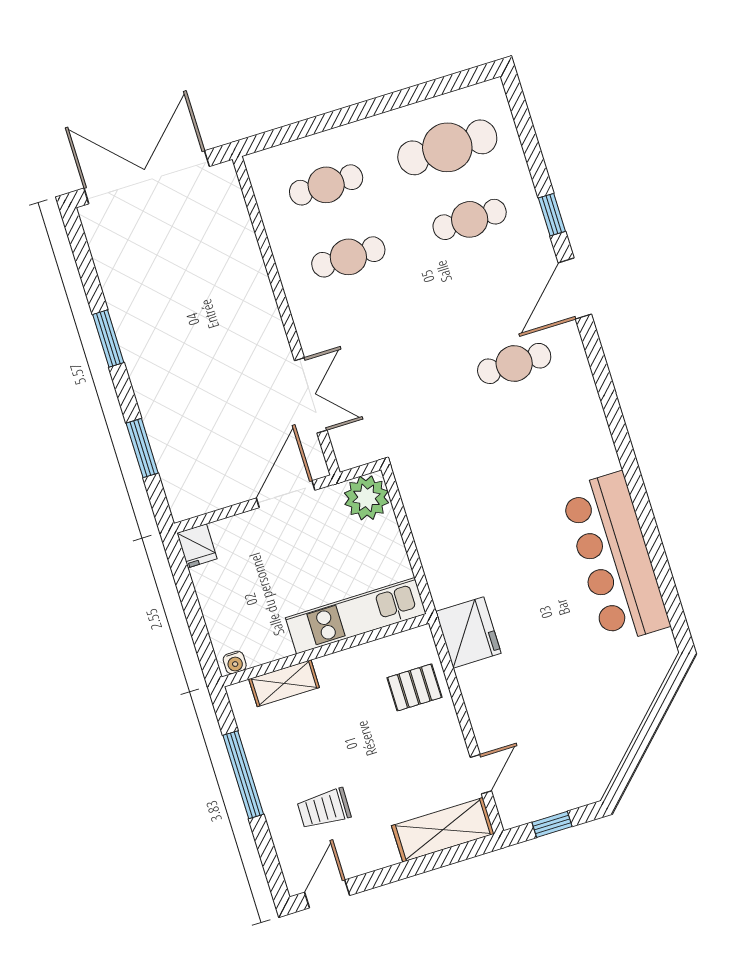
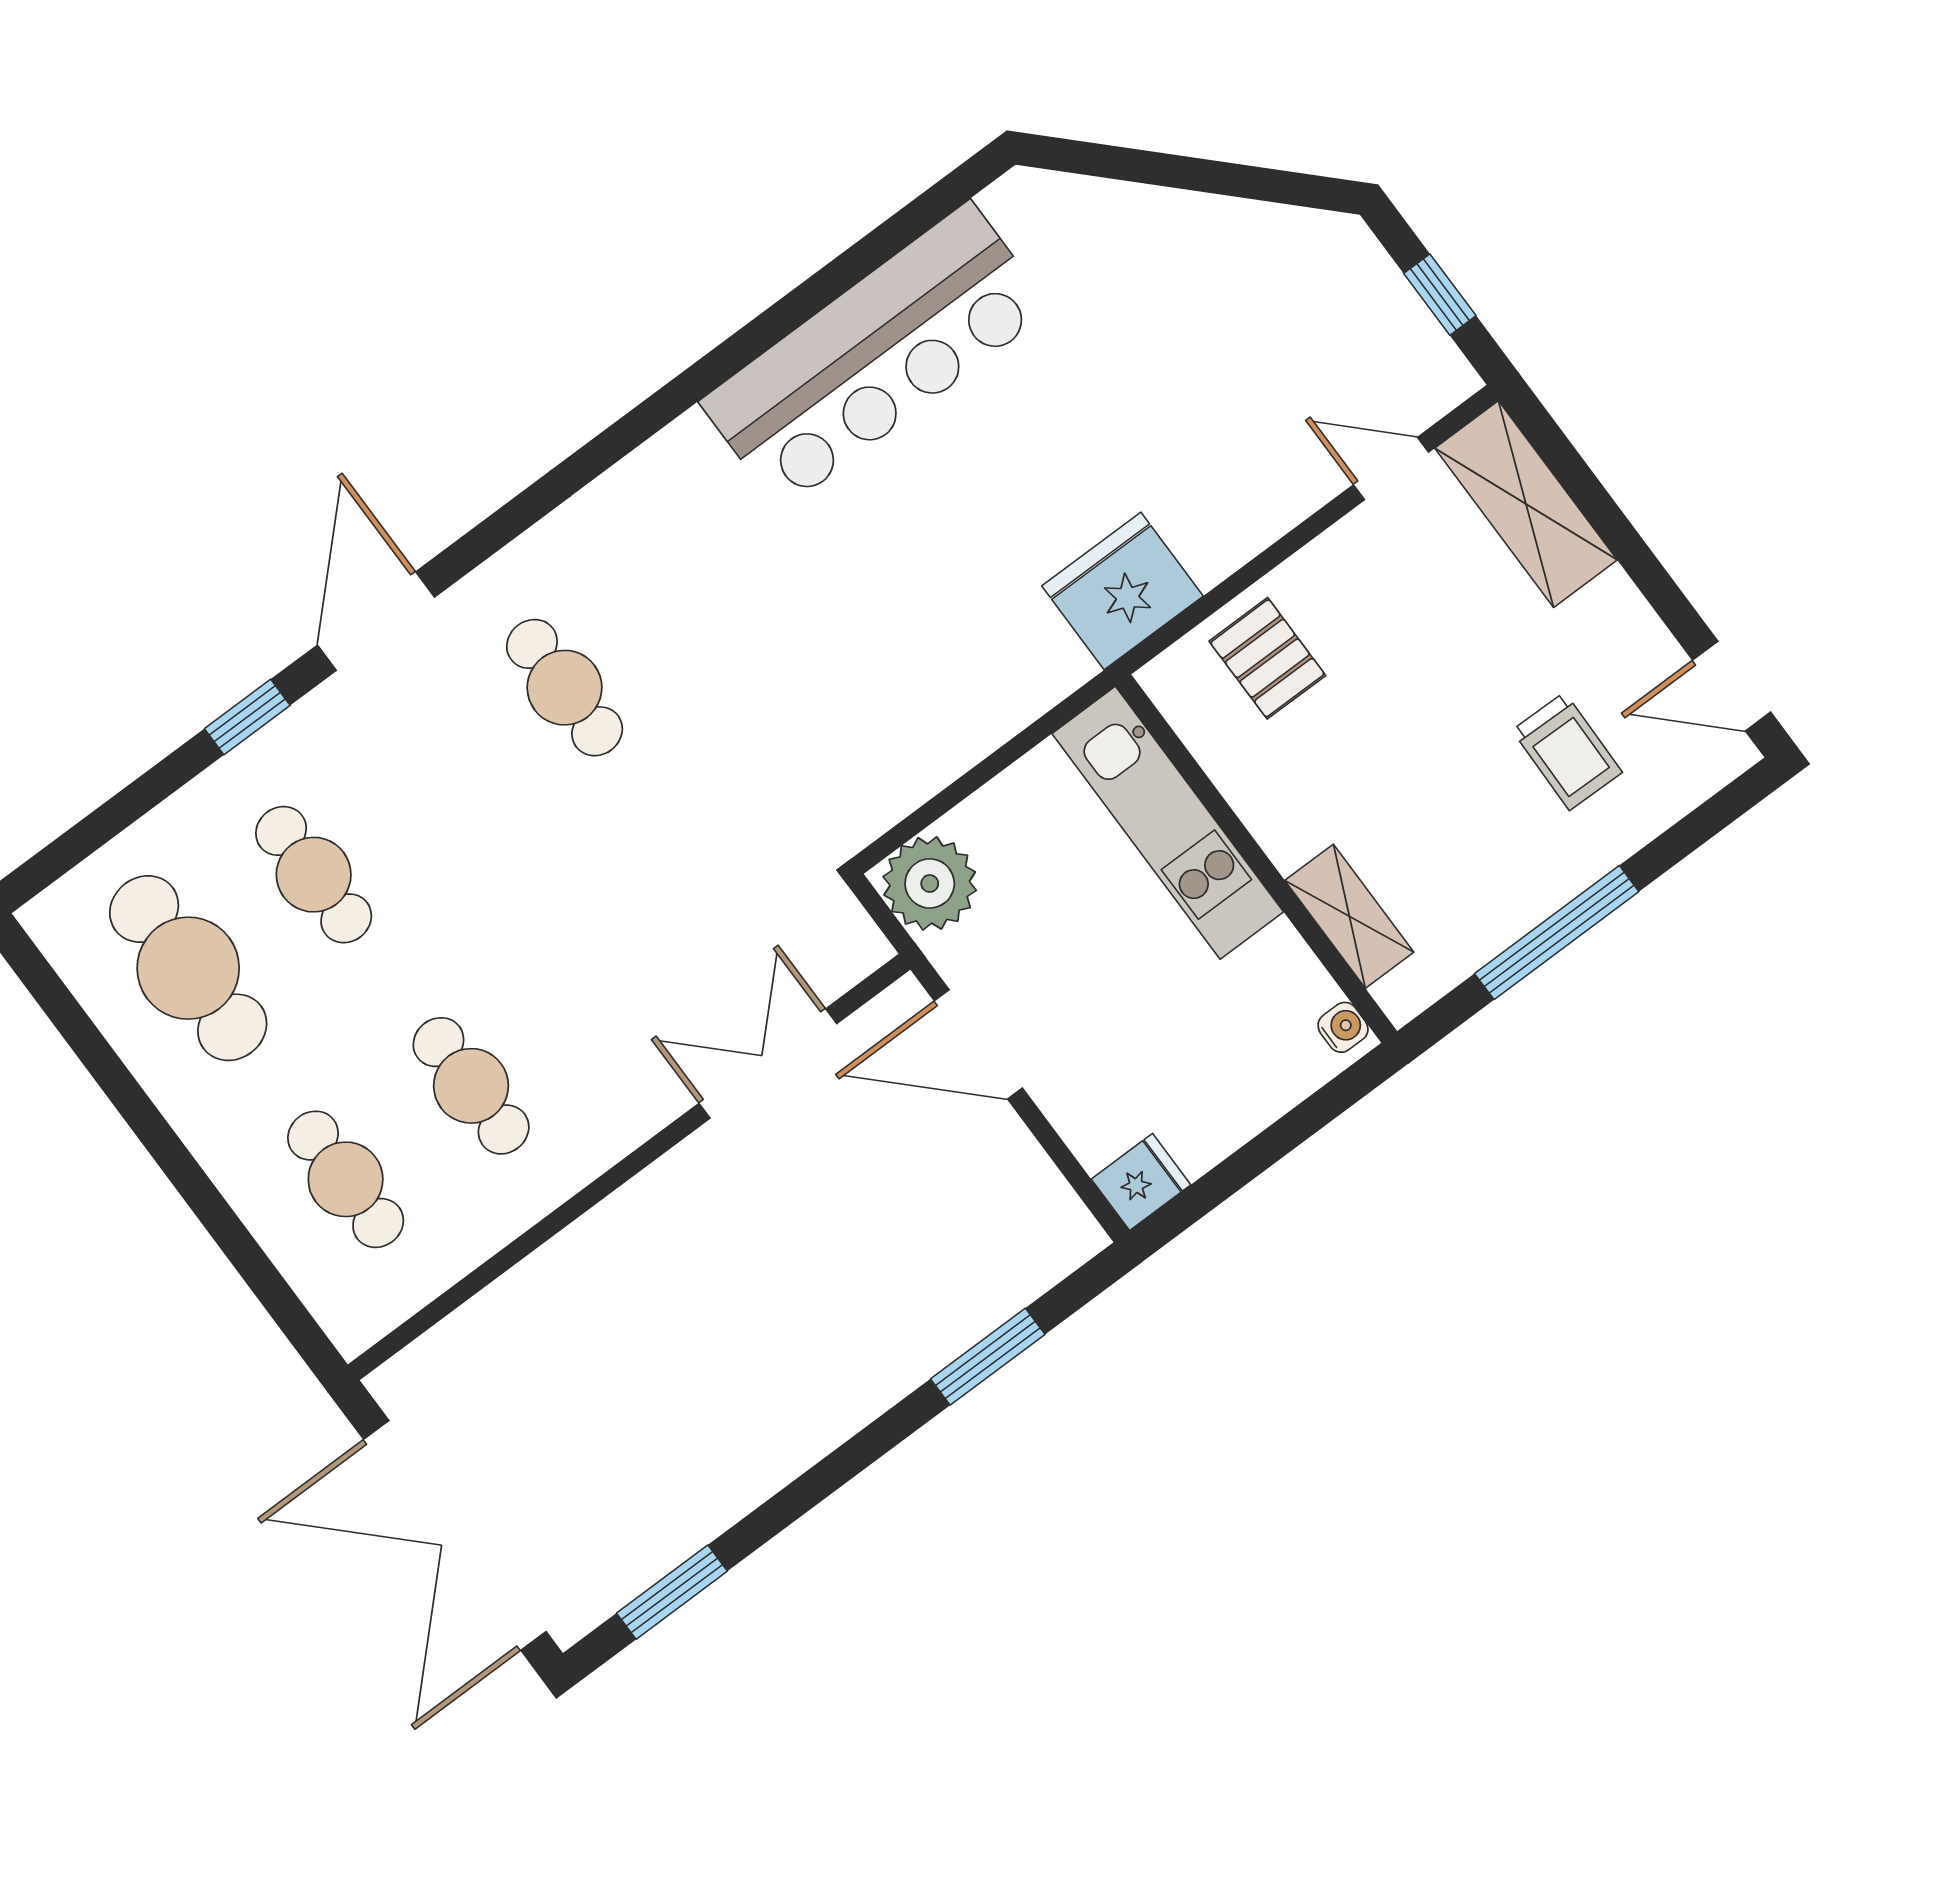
door: (575, 289) -> (376, 621), swing flipped
window: (108, 339) -> (672, 1592), moved

